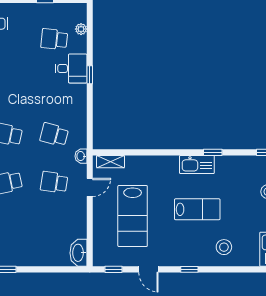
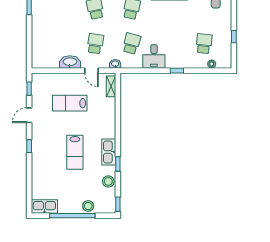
desk: (71, 68) -> (154, 56), moved
lab bench: (133, 216) -> (70, 103), width x0.73, depth x0.72
stool: (224, 247) -> (108, 181), moved
washbasin: (78, 253) -> (70, 62), moved

